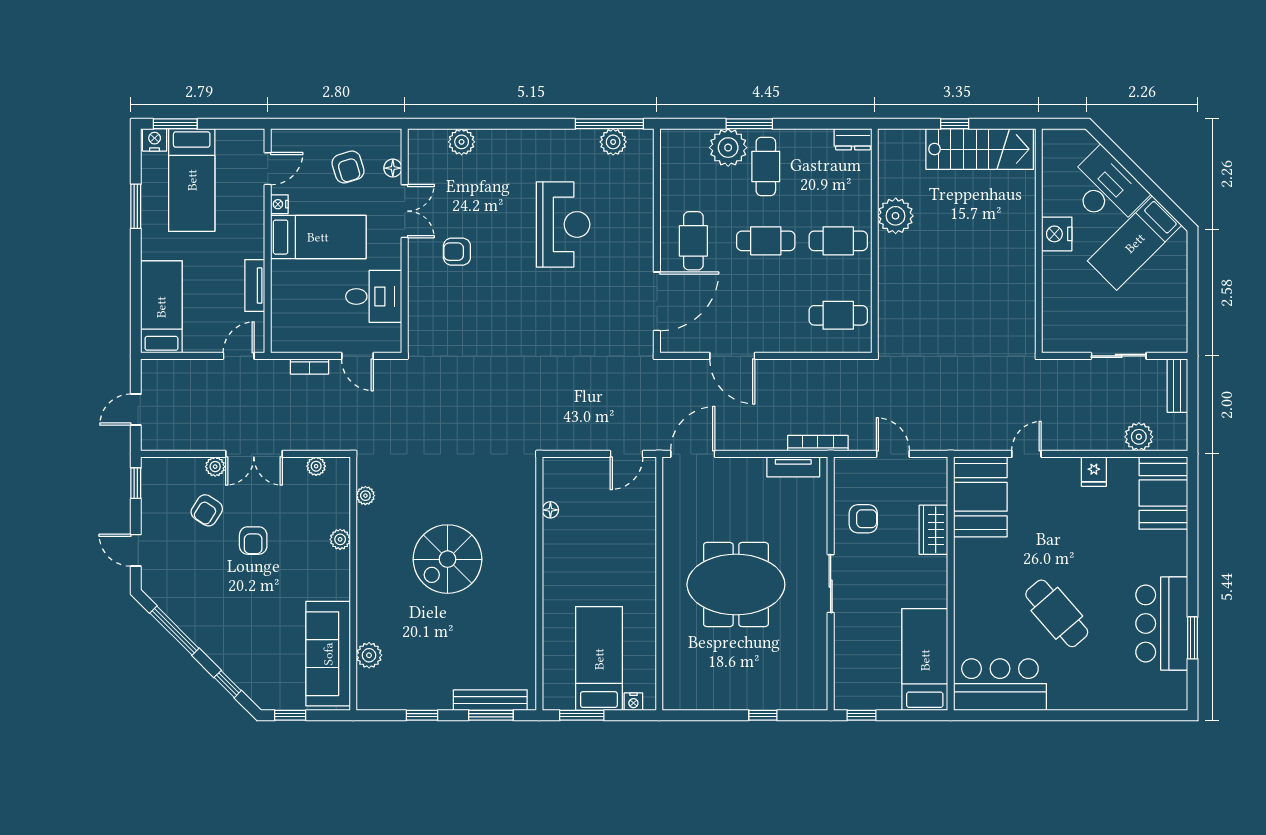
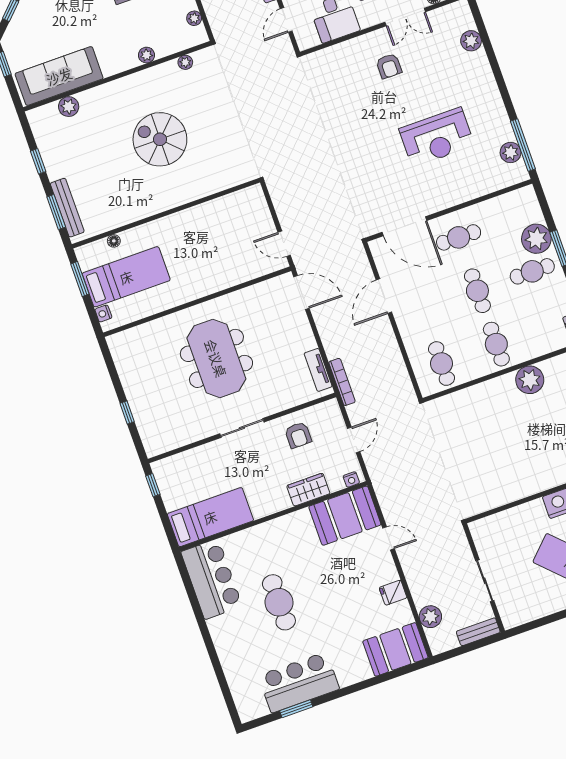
armchair: (457, 252) -> (389, 66), turned 180
nightstand: (939, 474) -> (351, 479), added
floor lamp: (550, 510) -> (114, 241), moved
cafe table: (1057, 613) -> (279, 602), turned -49

